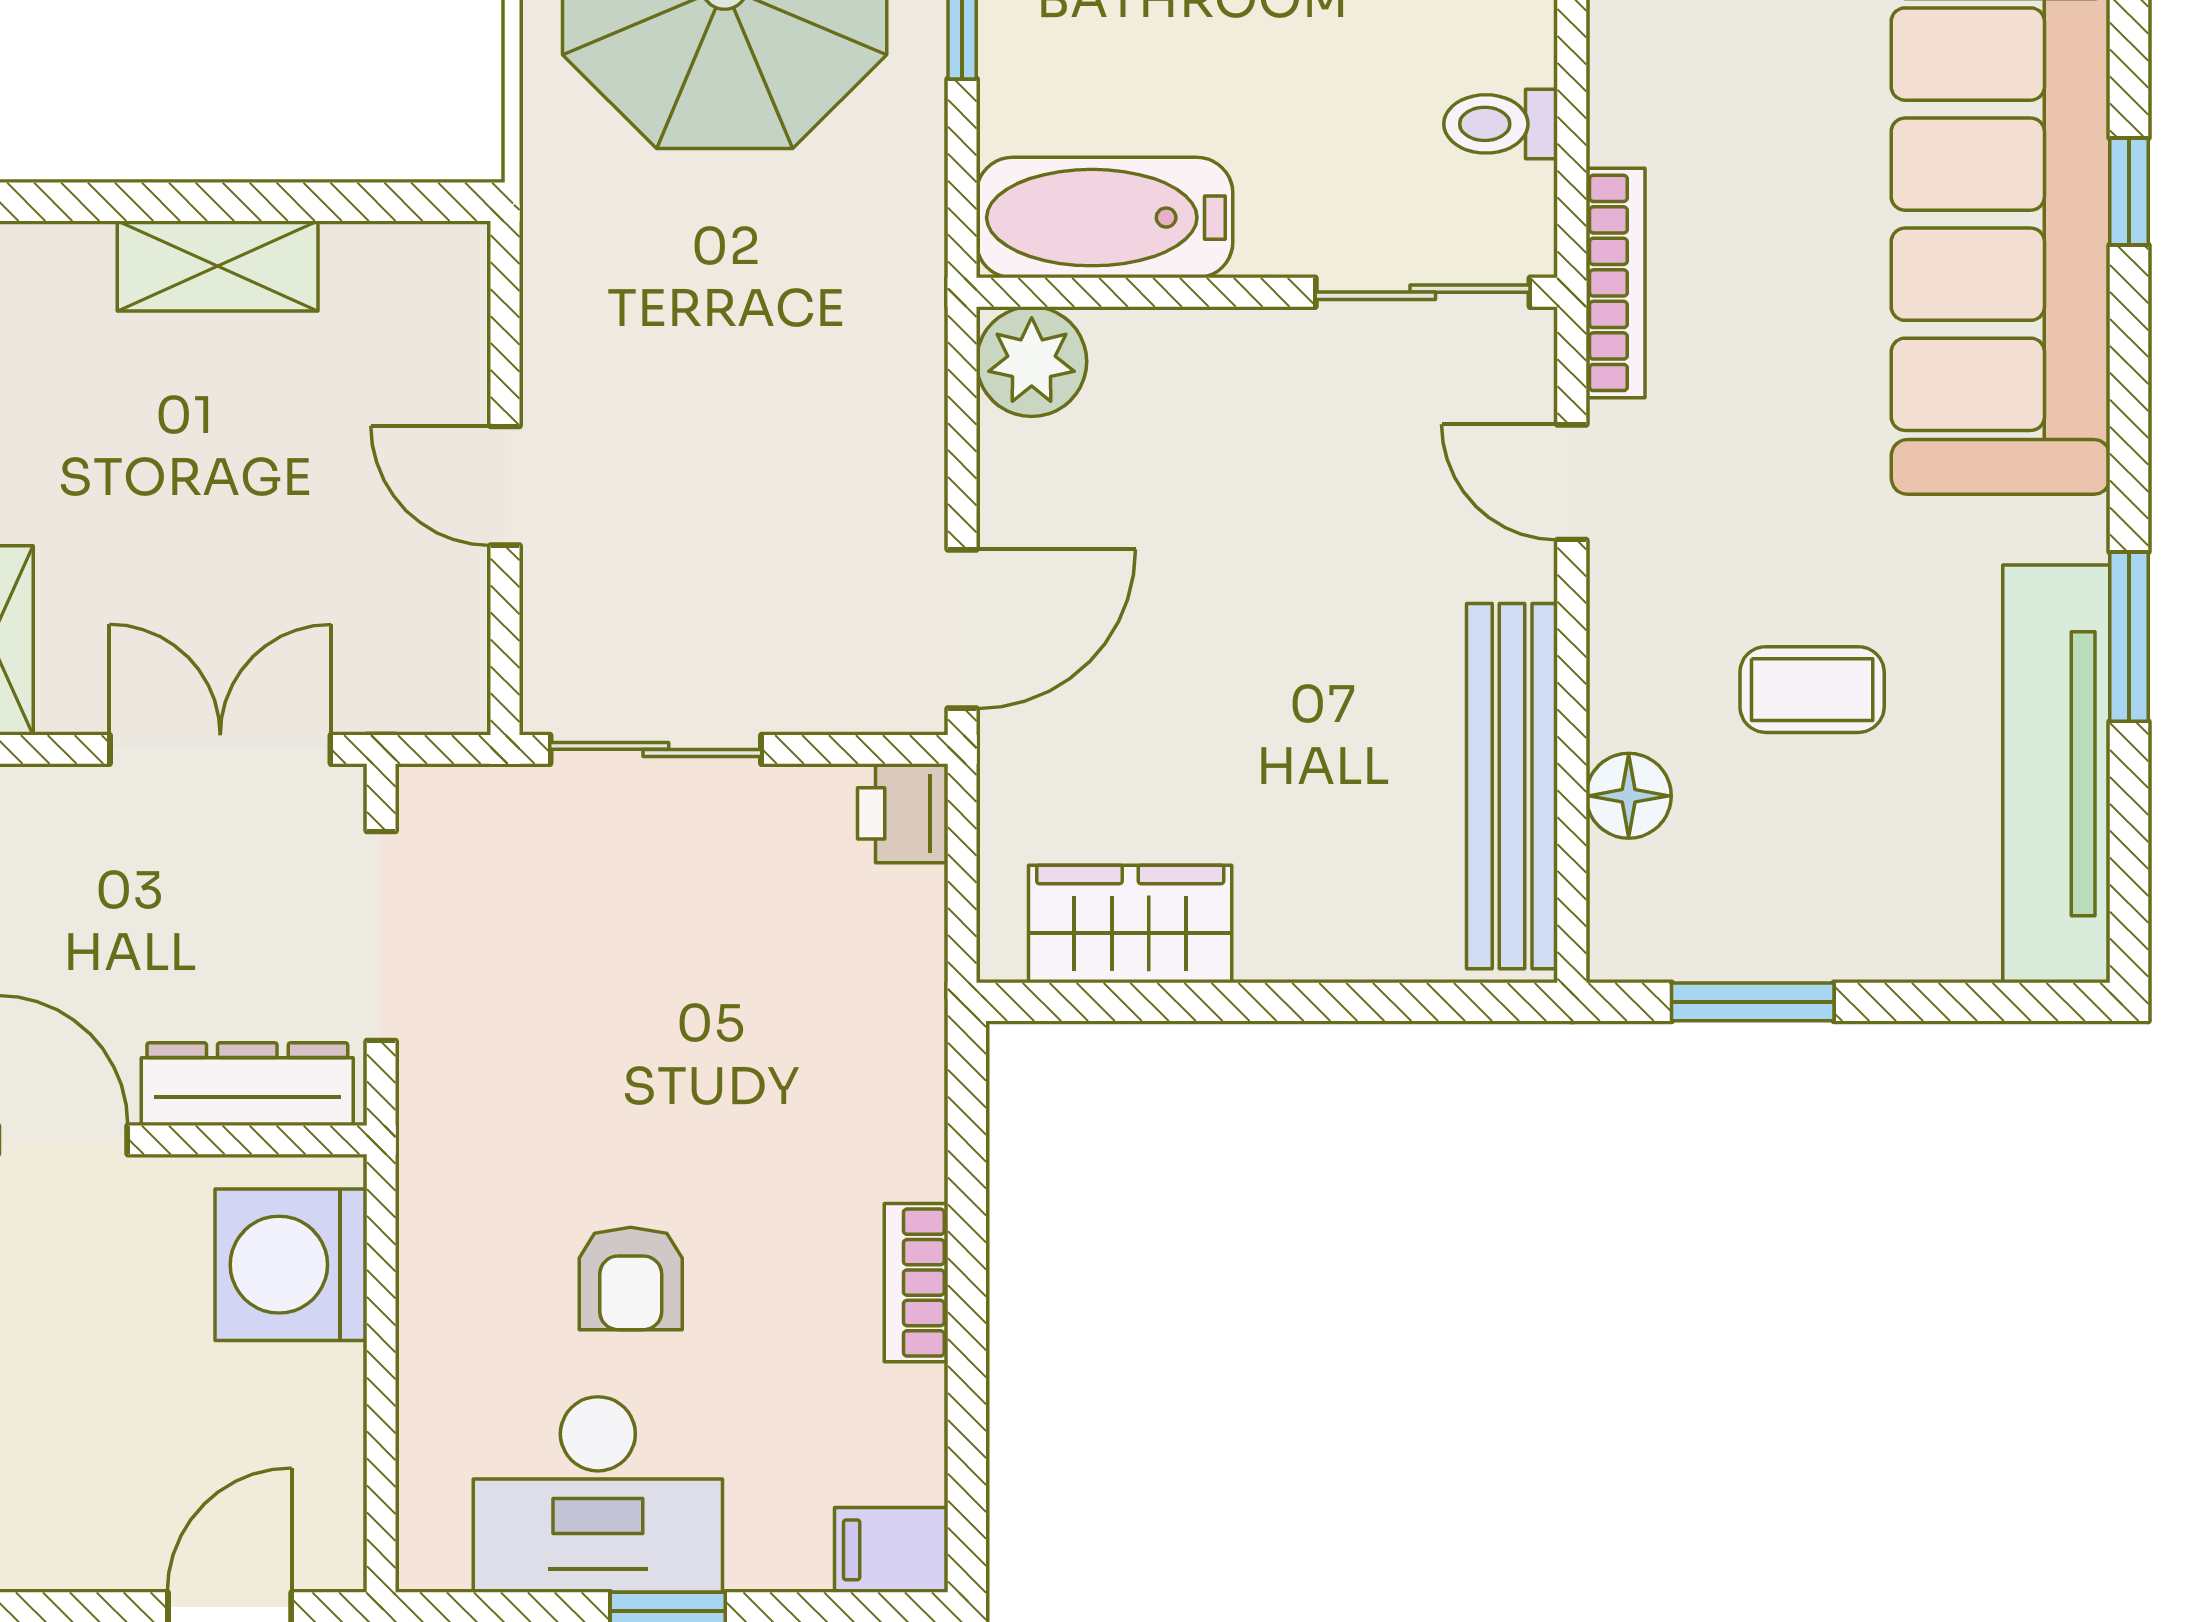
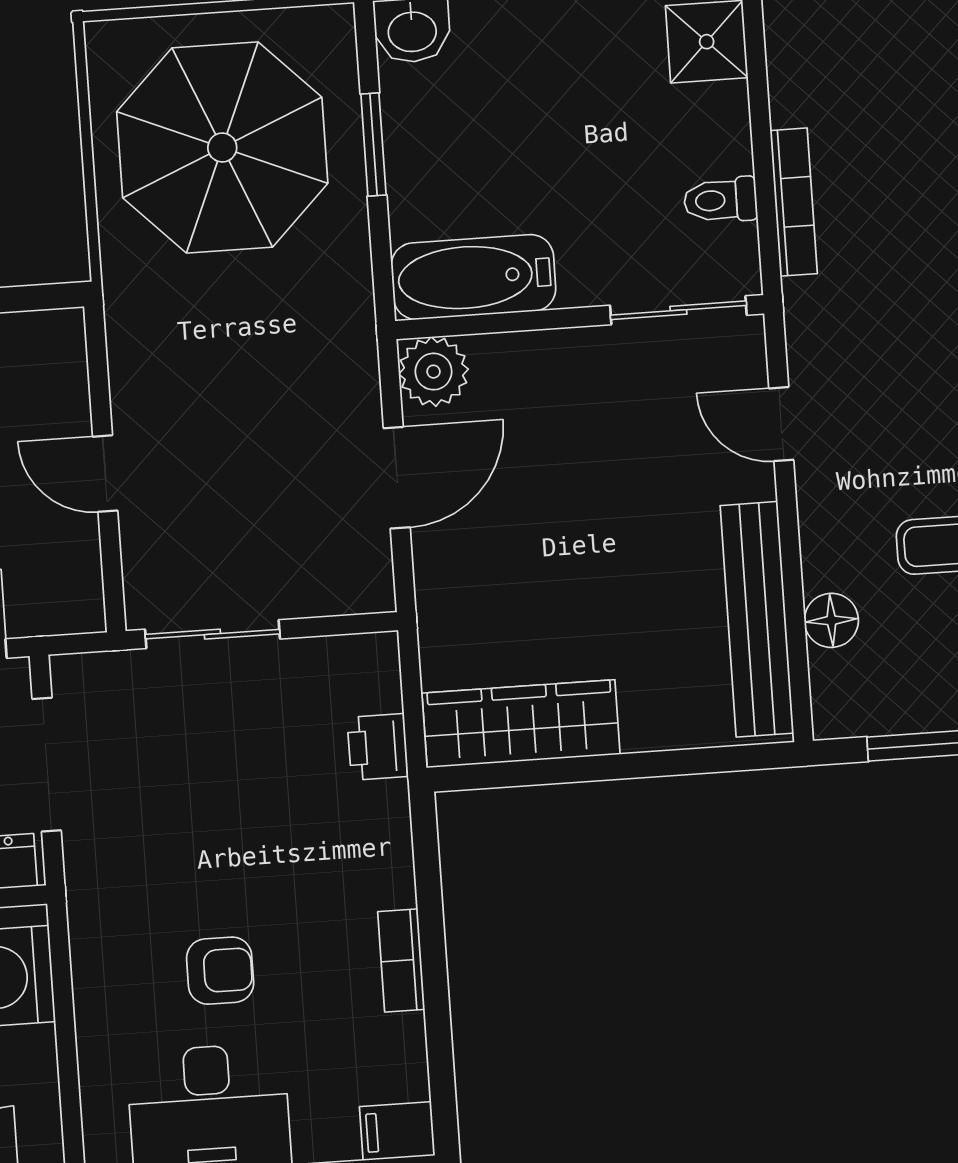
bookcase: (1615, 283) -> (794, 202), moved
door: (962, 629) -> (397, 478), moved
printer: (903, 813) -> (378, 747), moved
wardrobe: (1130, 924) -> (521, 724), width x1.50
armchair: (631, 1278) -> (220, 971), turned -90

